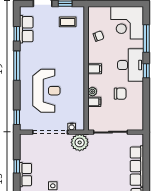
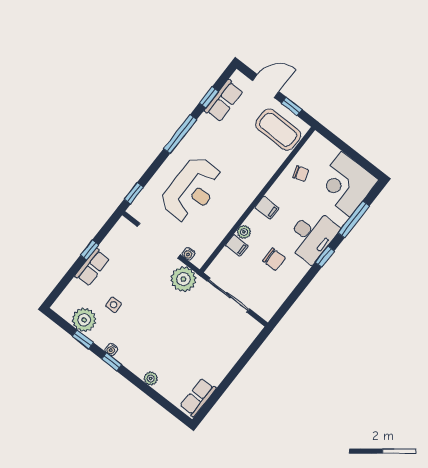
coffee table: (68, 22) -> (278, 130), width x1.86, depth x1.72
row of seats: (137, 166) -> (228, 358), removed

